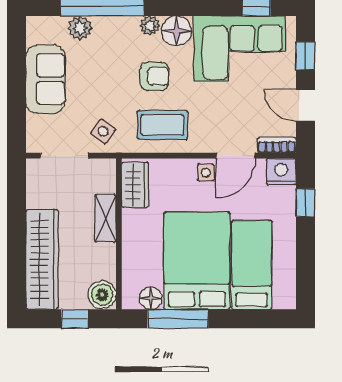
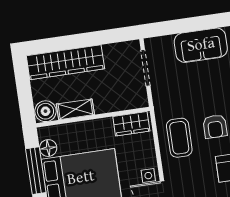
side table: (103, 131) -> (168, 94), removed
shelving: (105, 218) -> (75, 109), moved
window: (75, 319) -> (24, 93), removed

